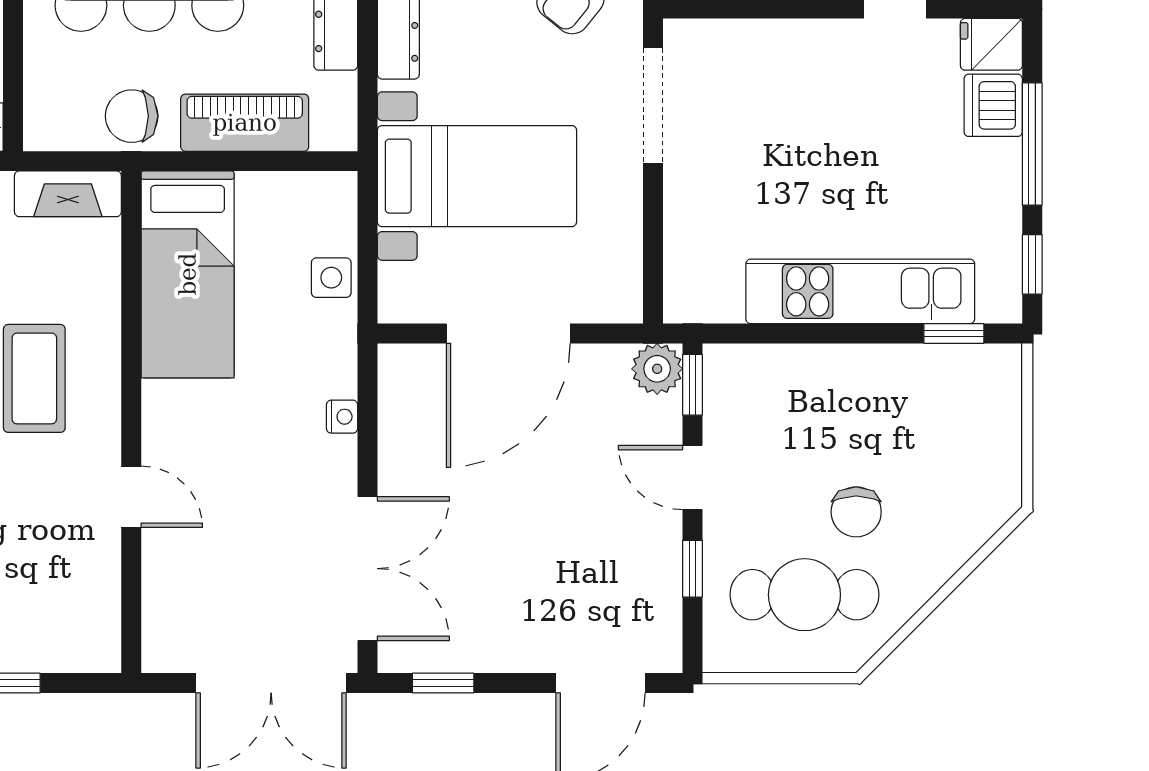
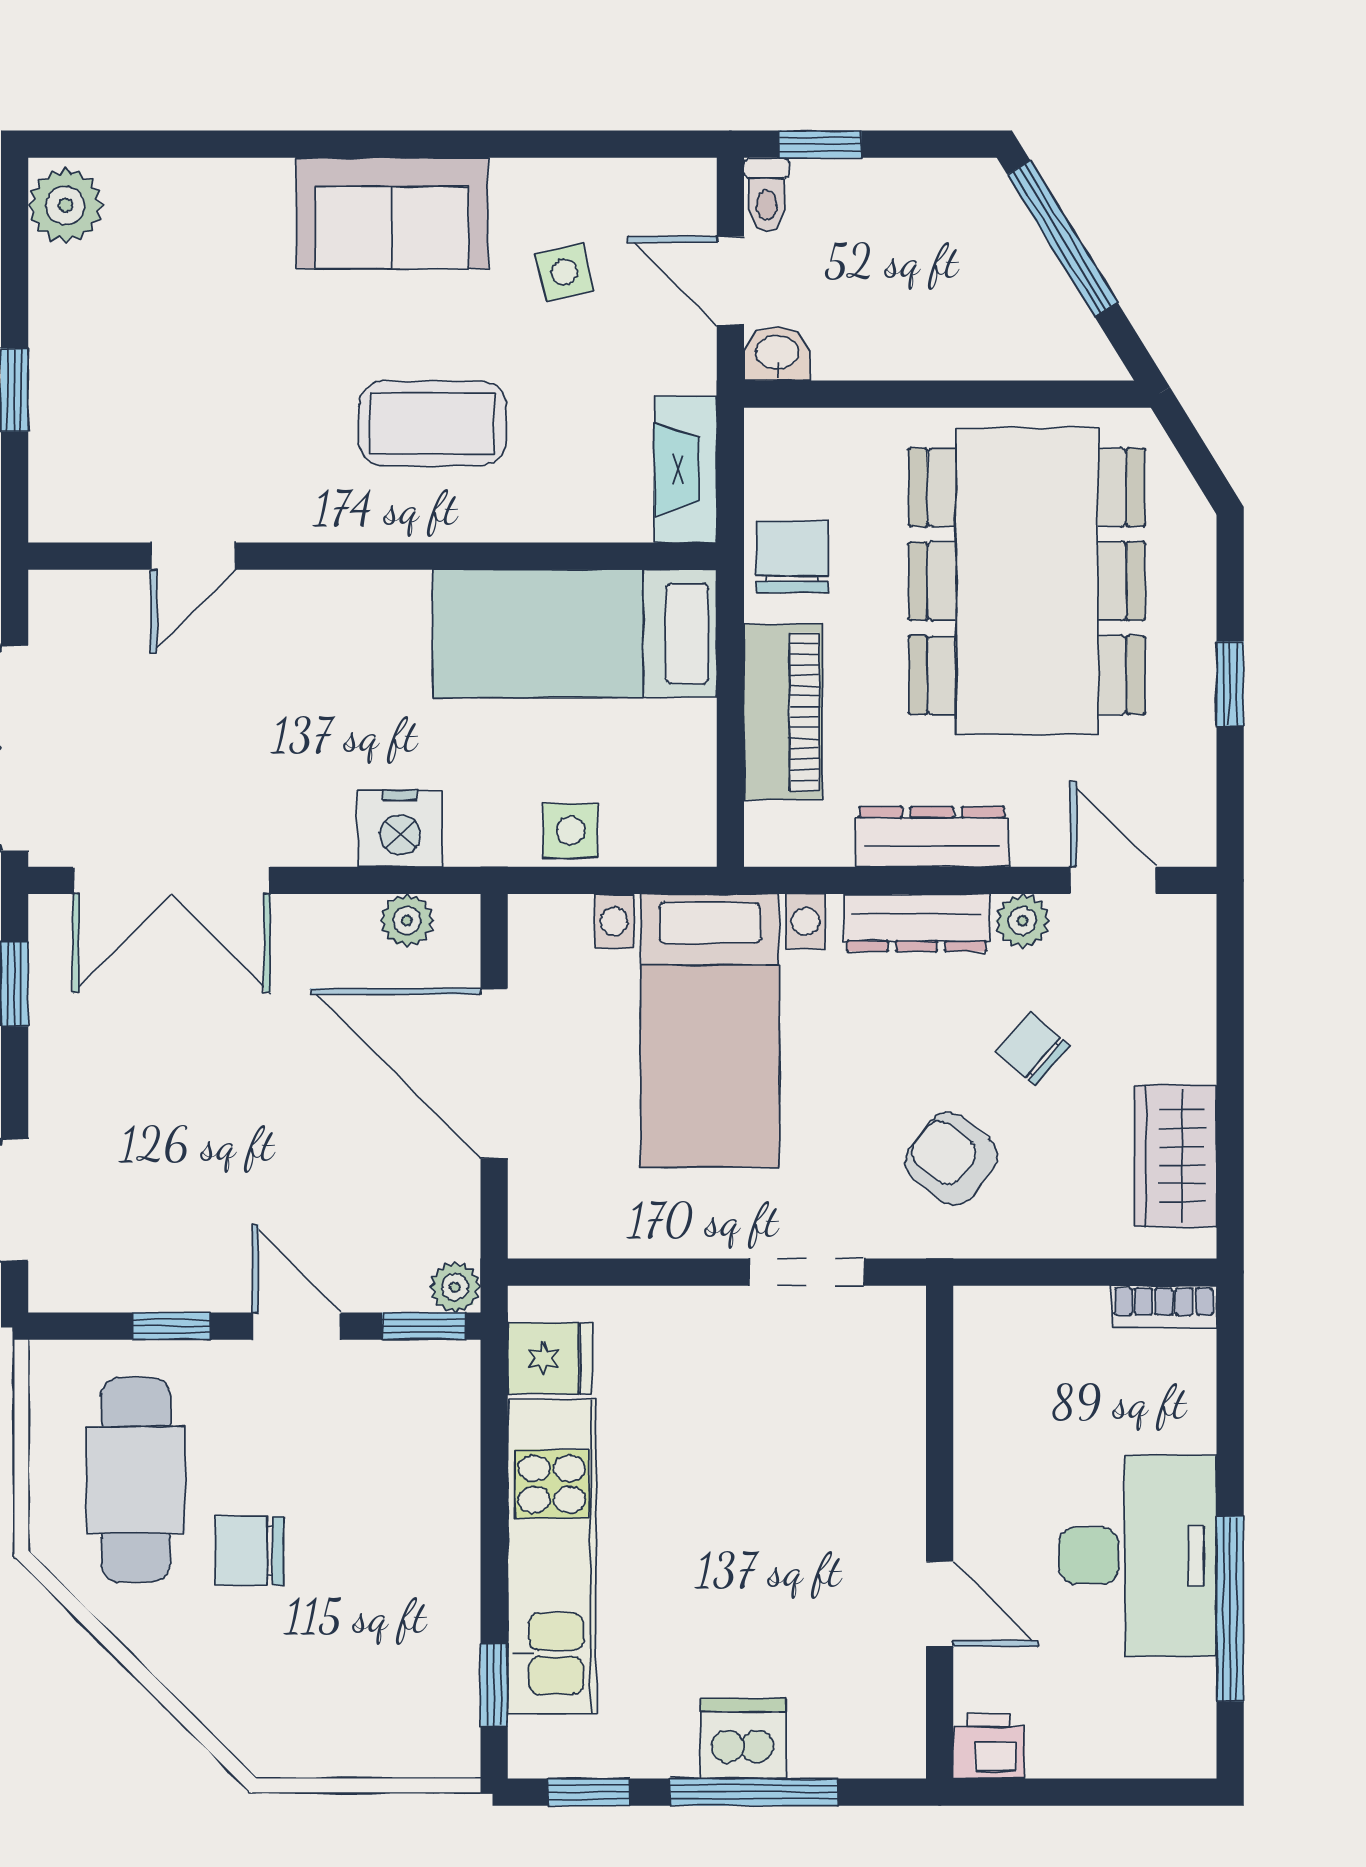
fridge: (991, 44) -> (550, 1358), moved, turned 90
dishwasher: (993, 105) -> (743, 1739), moved
doorway: (653, 106) -> (806, 1272), width x0.73
plant: (657, 369) -> (455, 1287), width x0.73, depth x0.73
plant: (397, 397) -> (407, 920), added
nightstand: (342, 417) -> (400, 828), width x1.89, depth x1.79
door: (692, 477) -> (297, 1326), hinge flipped
door: (131, 497) -> (193, 556), moved

